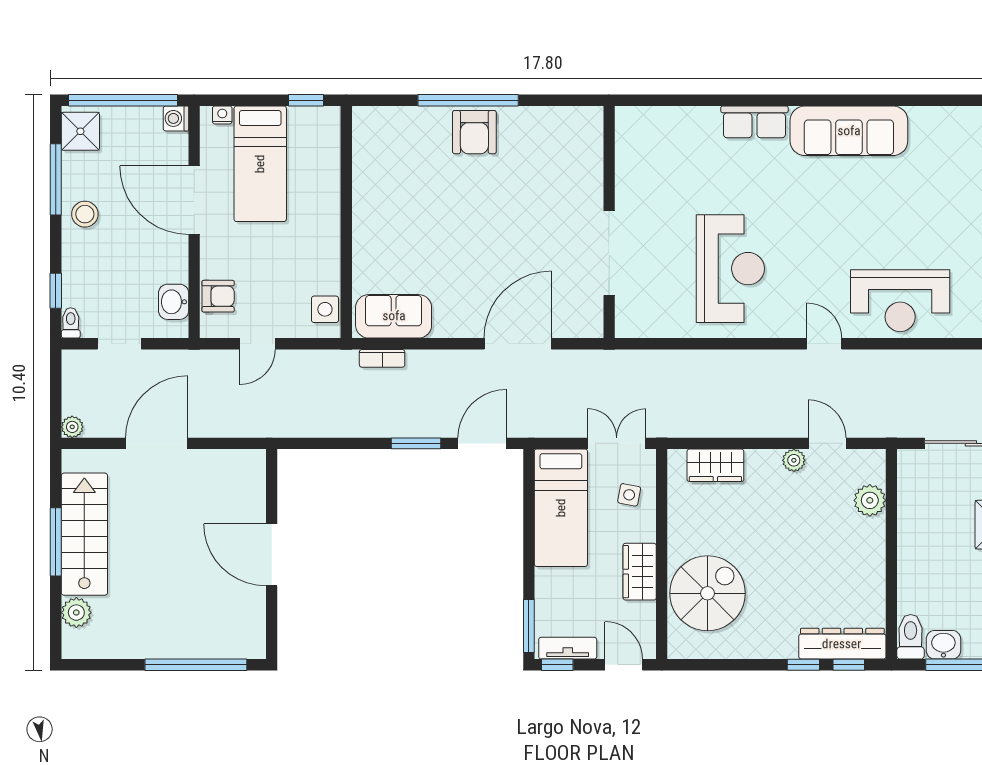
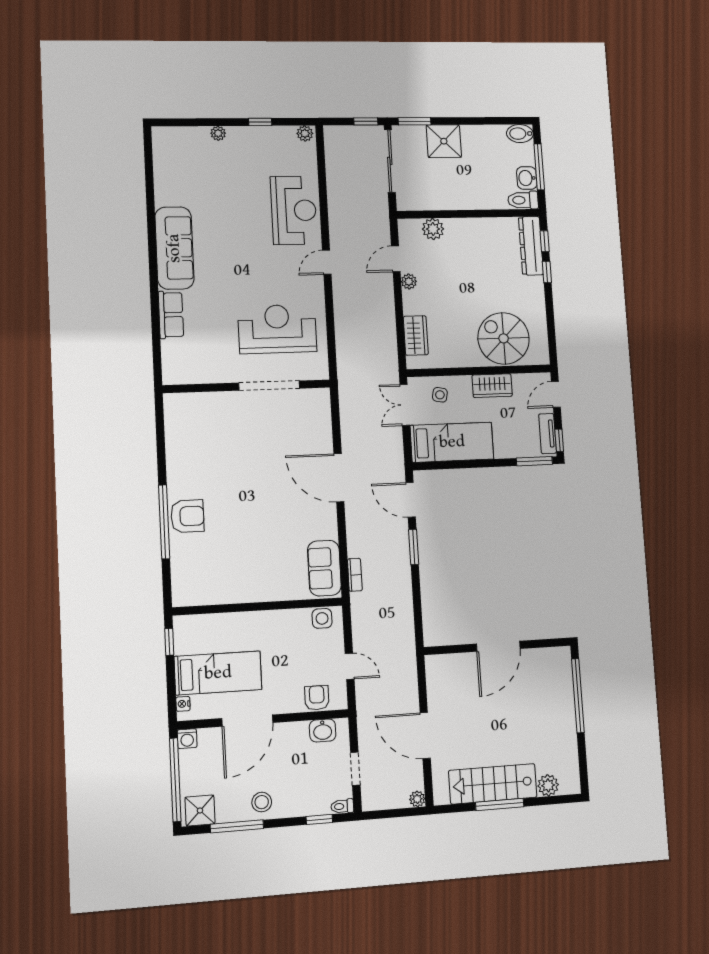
wall: (609, 222) -> (247, 386), moved
doorway: (609, 253) -> (269, 386), moved

